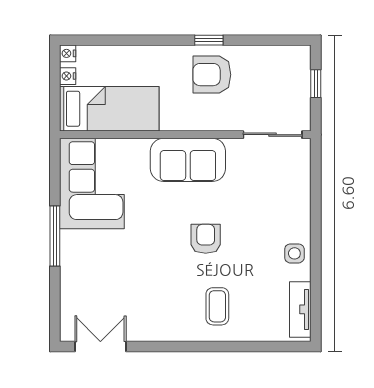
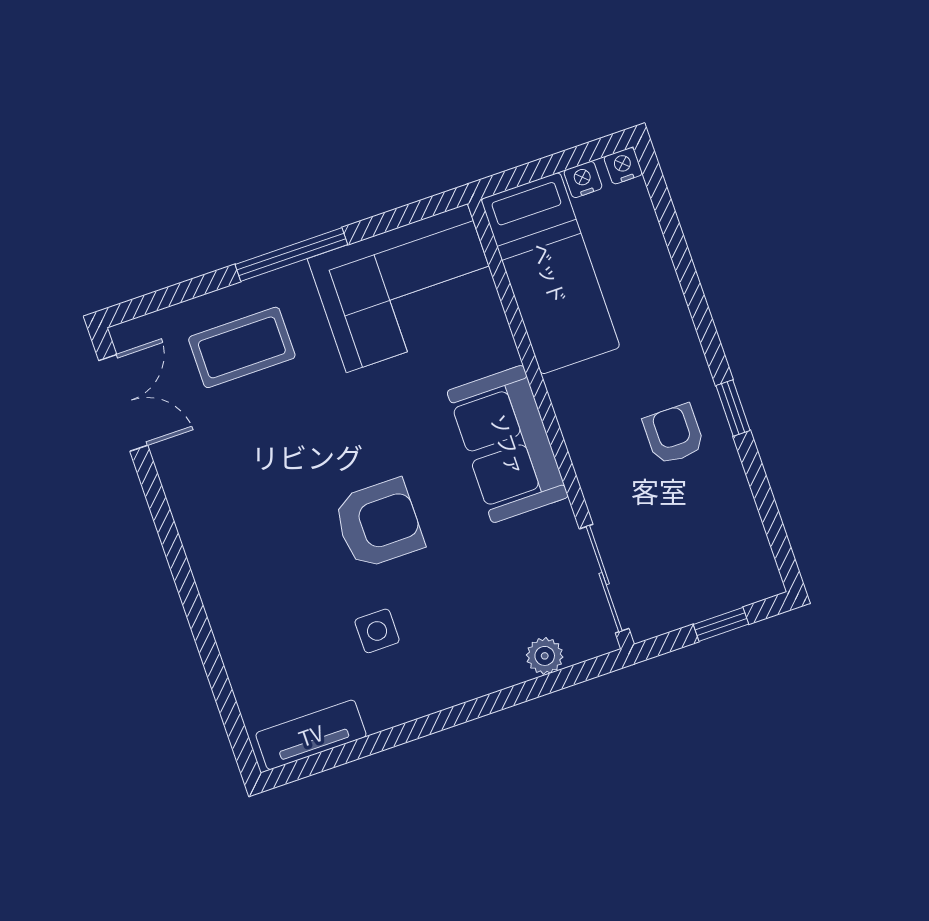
armchair: (212, 75) -> (674, 434), width x0.72, depth x0.72
plant: (301, 178) -> (545, 656), added
armchair: (206, 239) -> (379, 524), width x1.38, depth x1.38
side table: (294, 253) -> (377, 631), moved
coffee table: (217, 306) -> (242, 347), moved, width x1.36, depth x1.30

